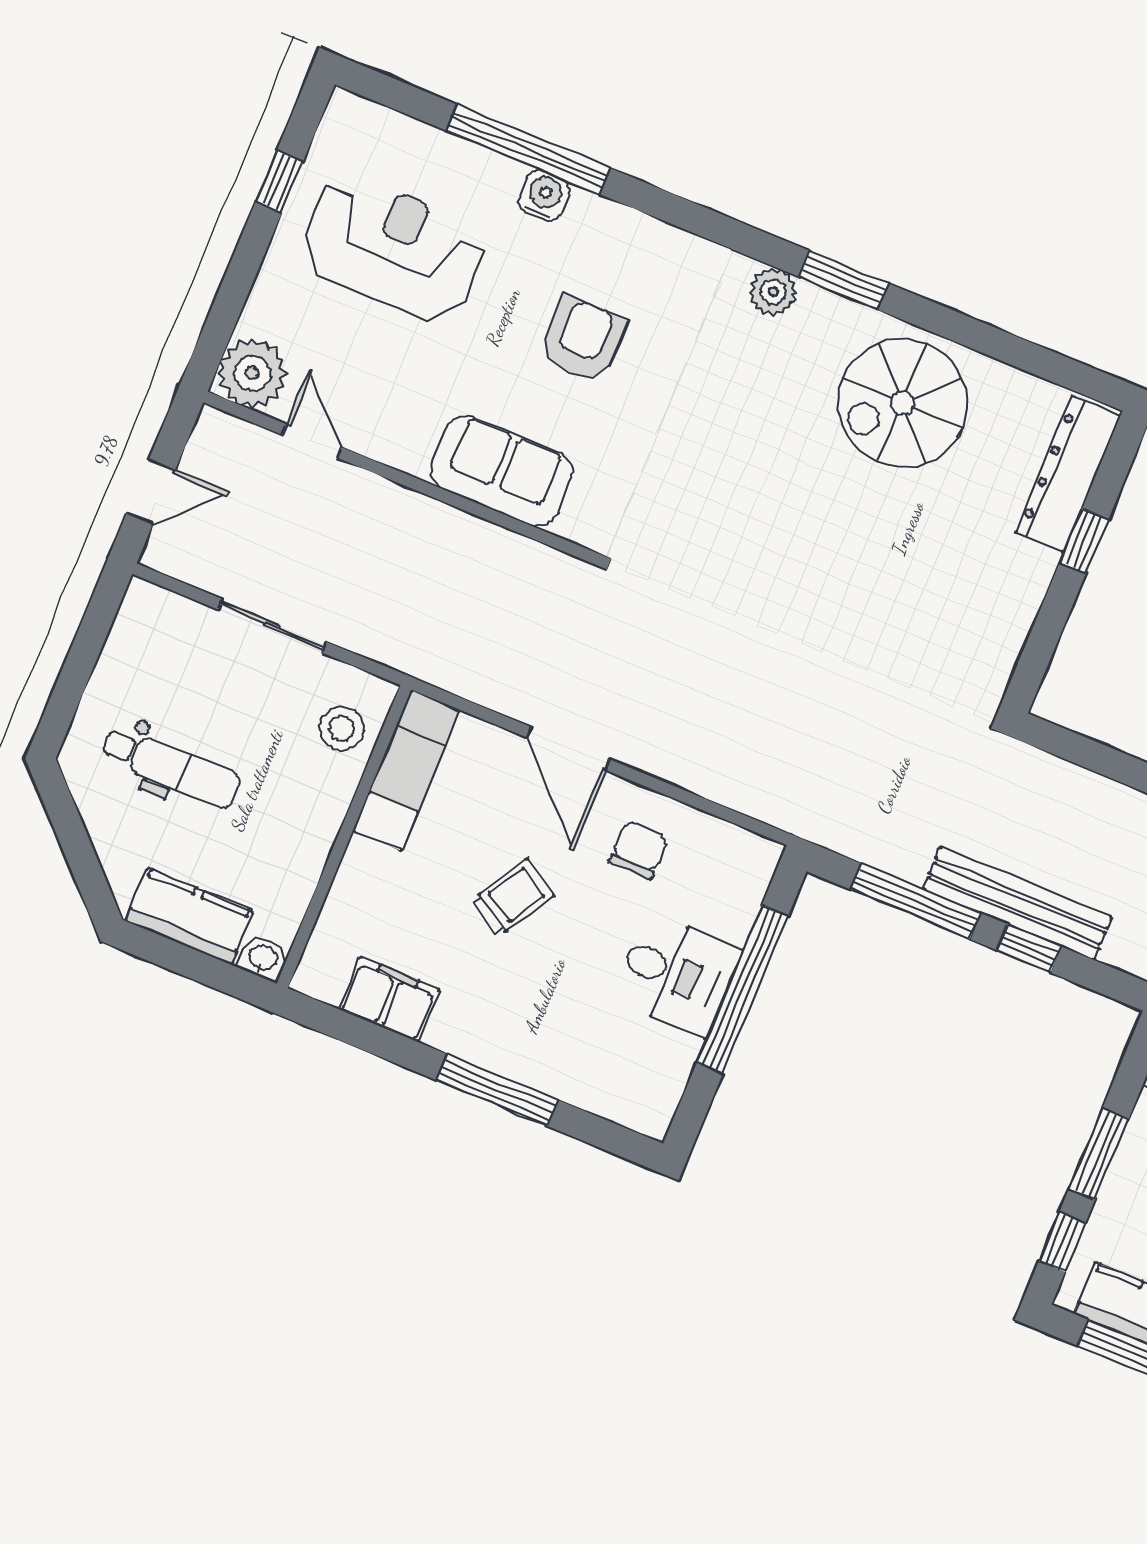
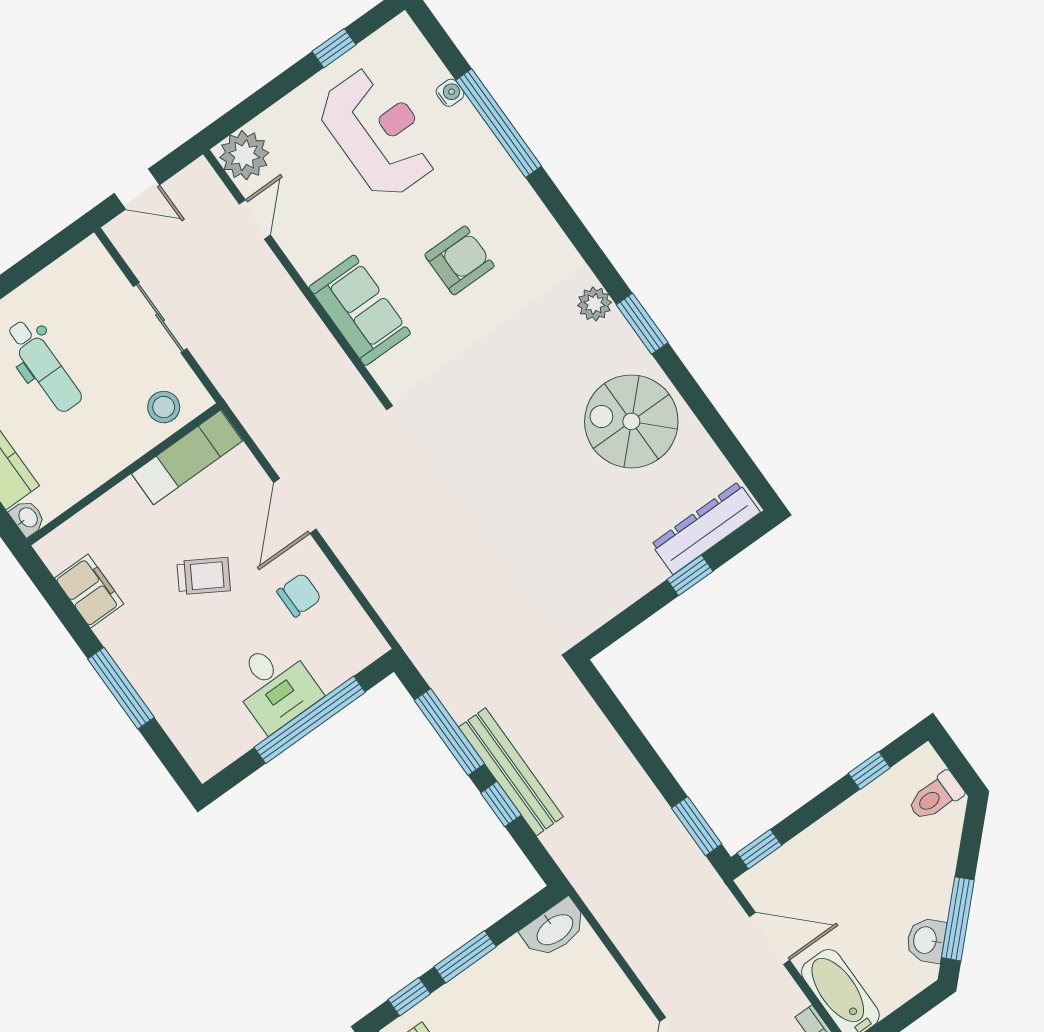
water cooler: (544, 195) -> (450, 93), moved, width x0.72, depth x0.72

